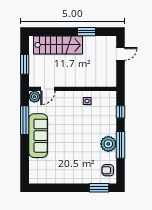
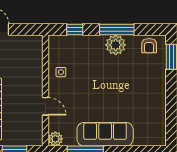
door: (48, 89) -> (46, 106), moved

